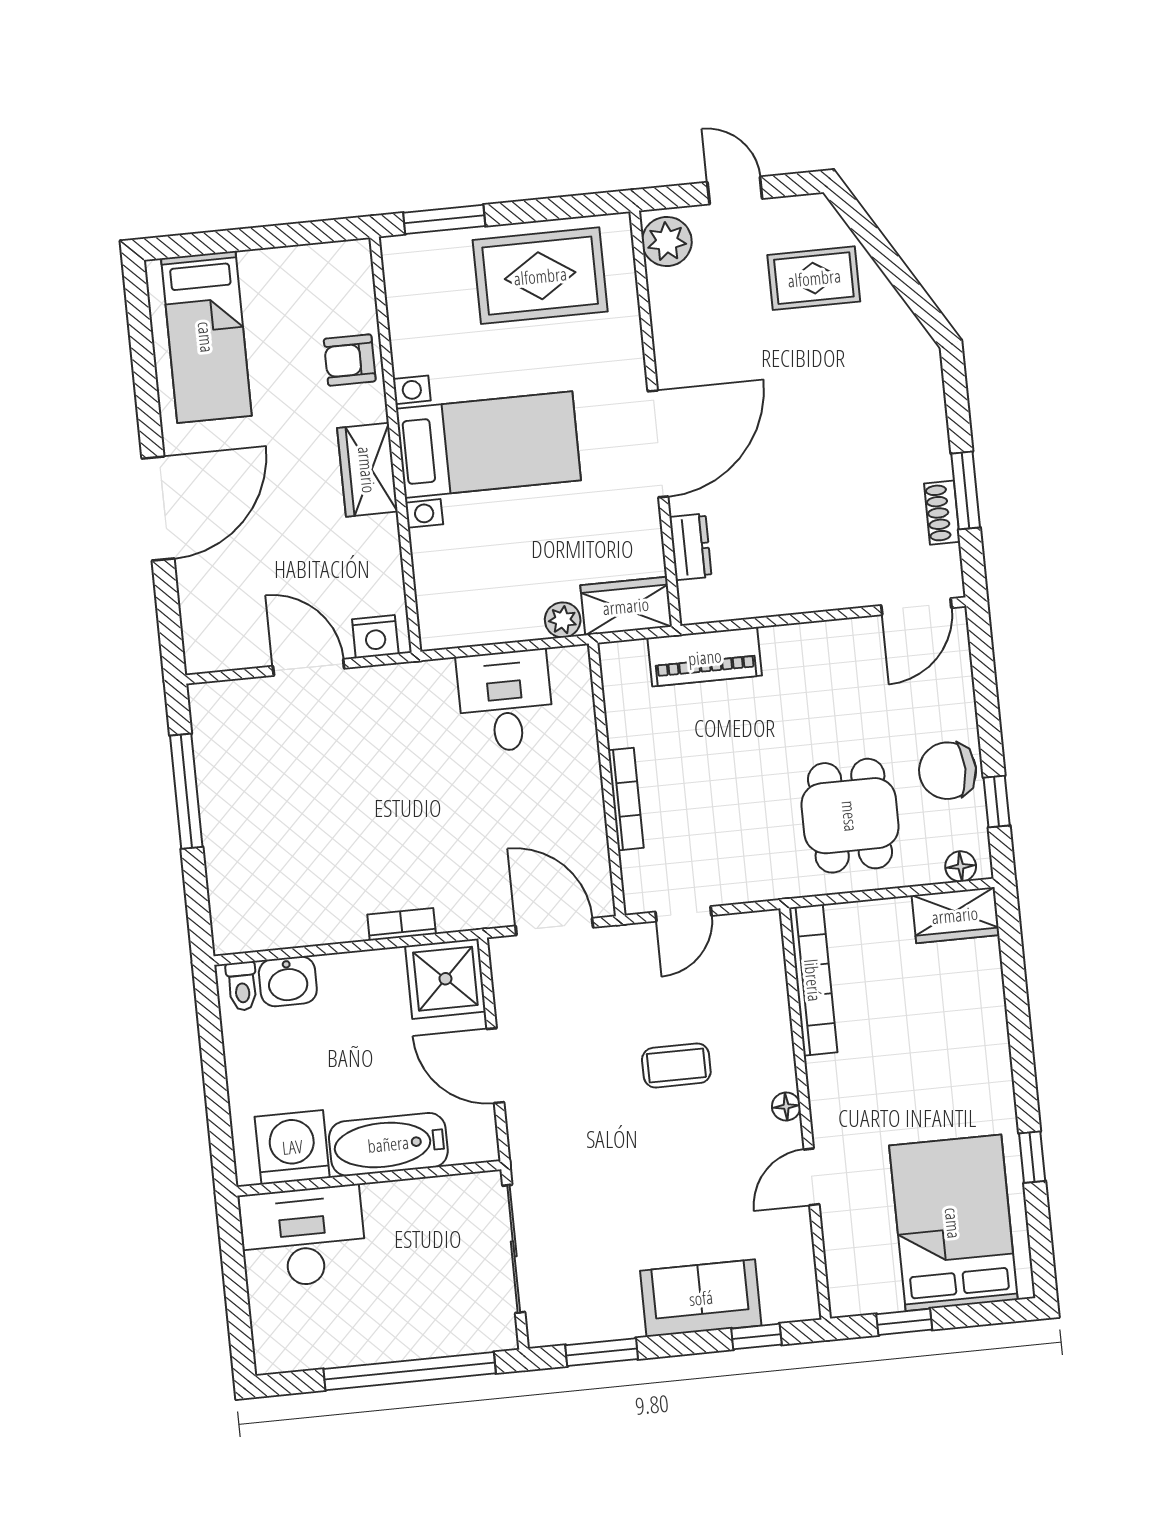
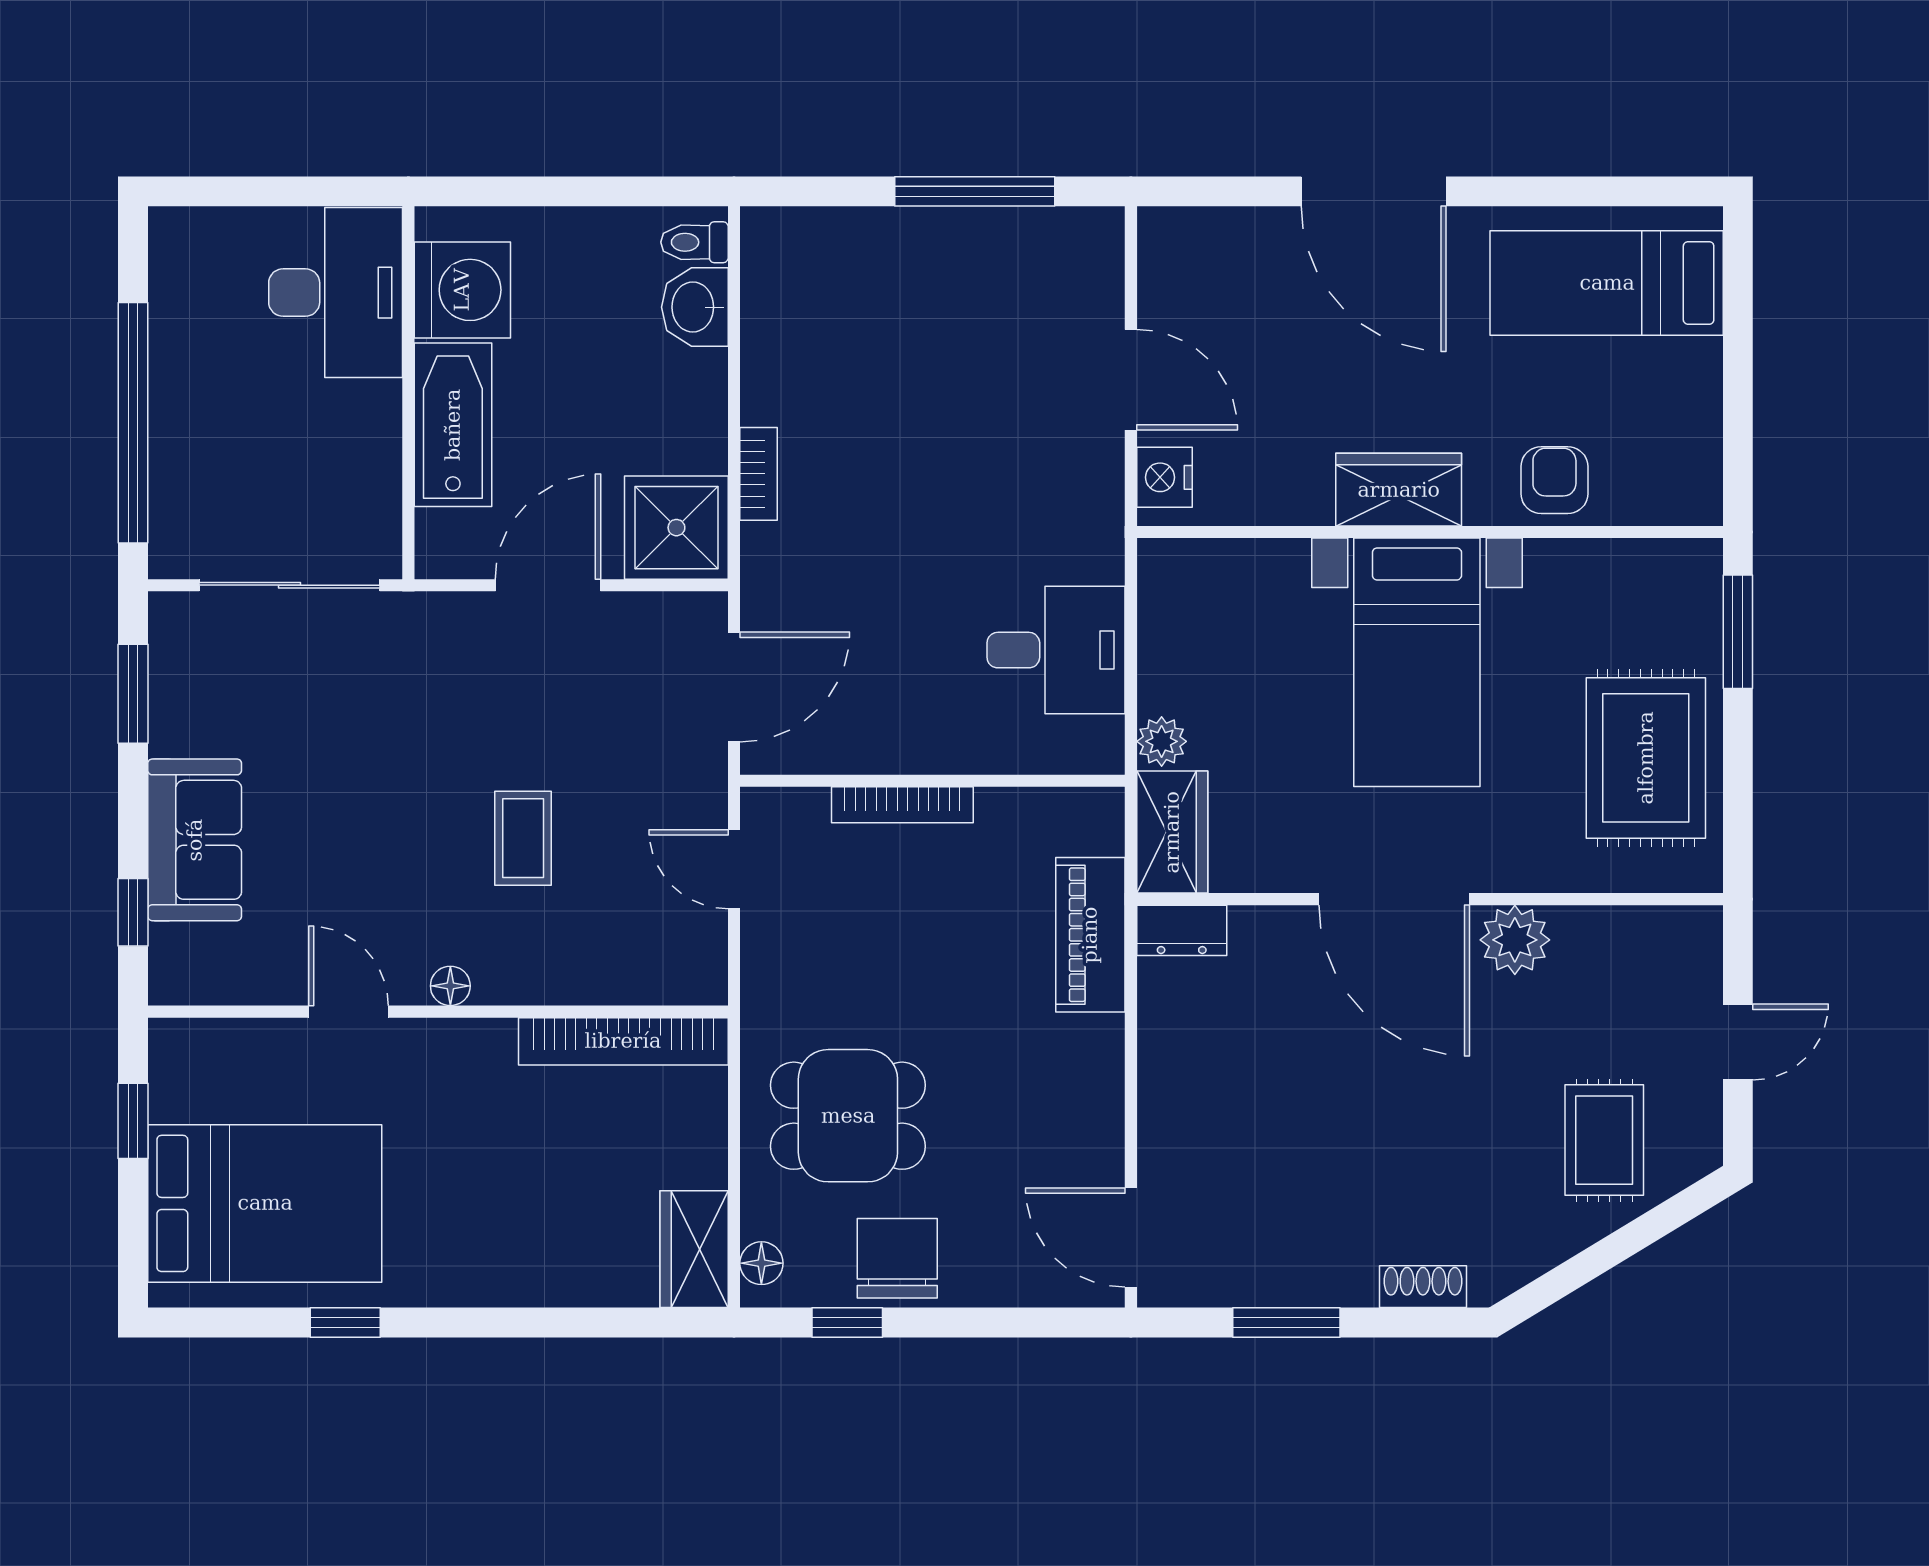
plant: (667, 241) -> (1515, 940), moved
shoe rack: (942, 513) -> (1423, 1287), moved
dresser: (691, 547) -> (1182, 930), moved
door: (309, 667) -> (1131, 380), hinge flipped

